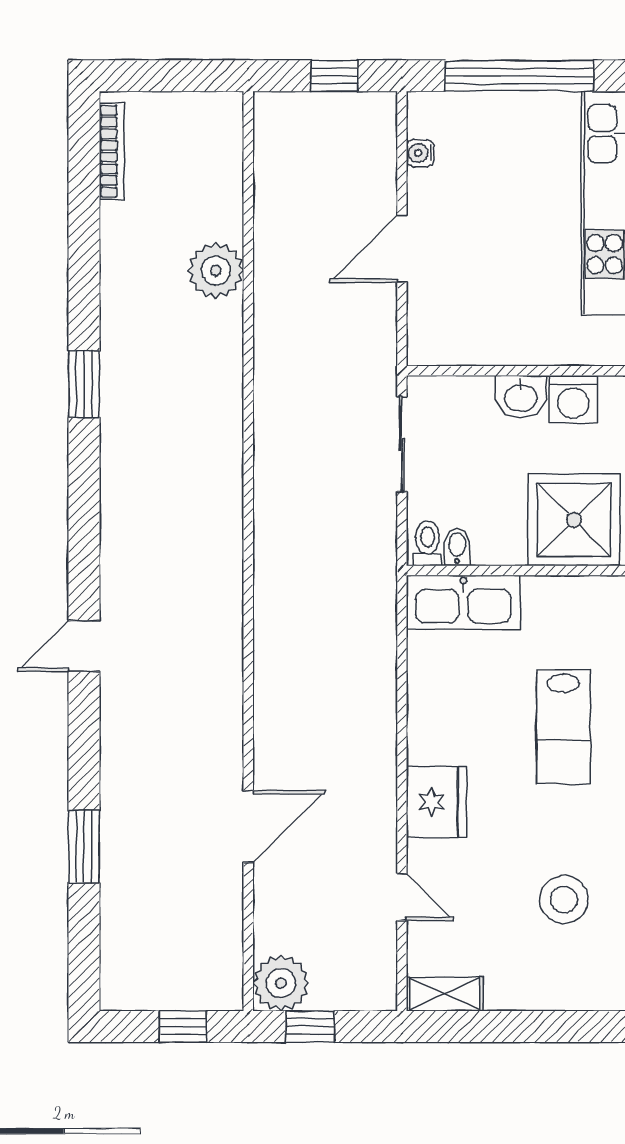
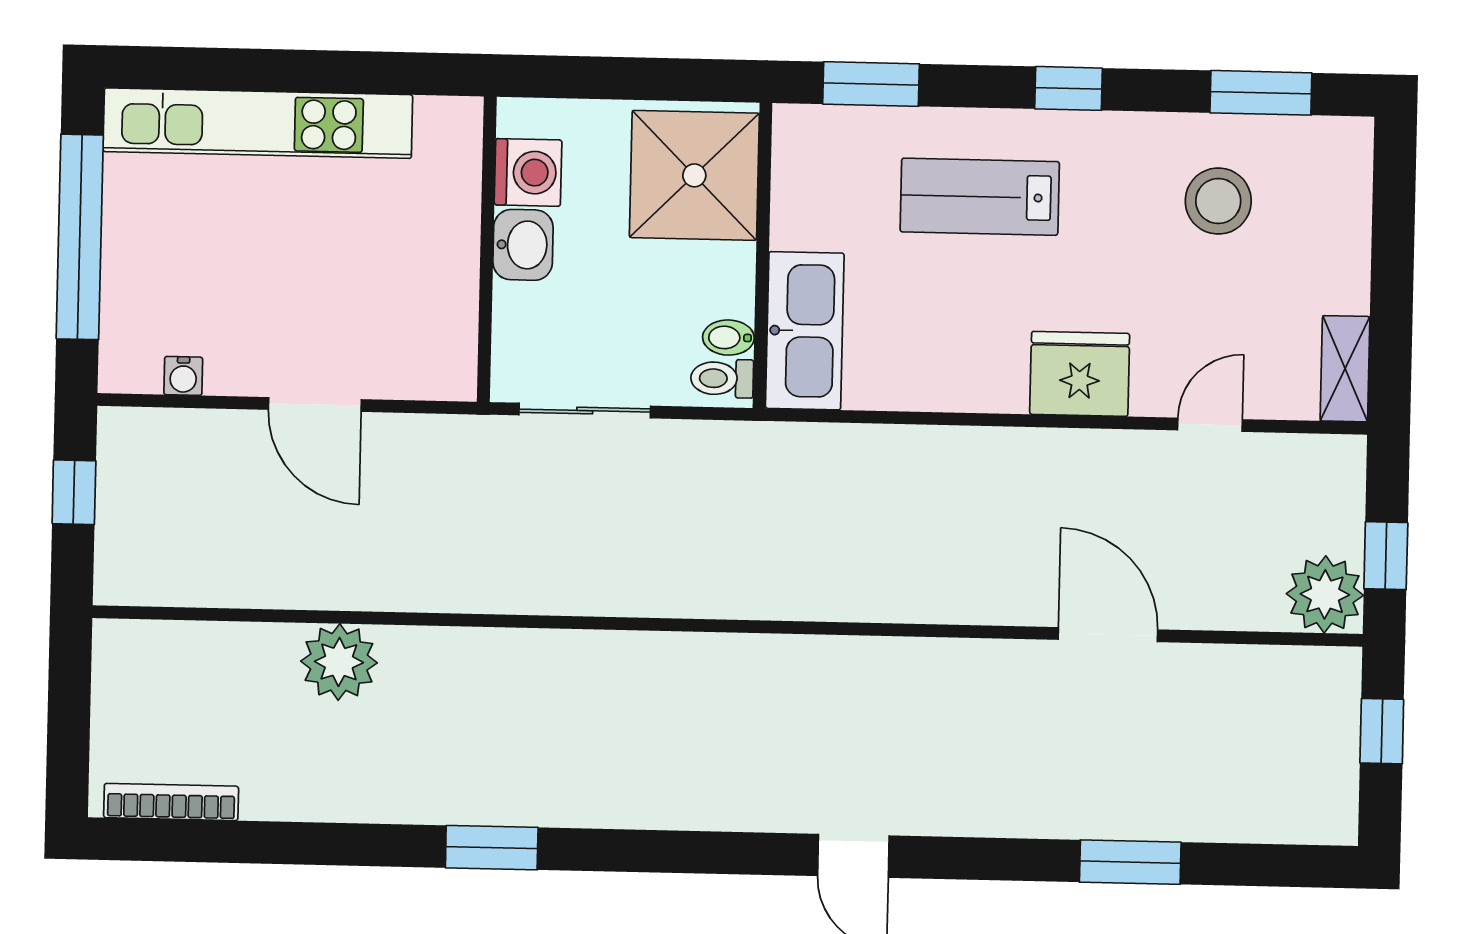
lab bench: (563, 727) -> (980, 197), turned 180

